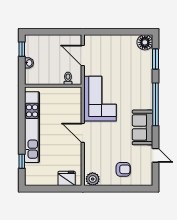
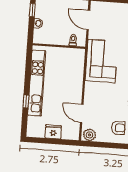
door: (83, 133) -> (82, 113), moved
window: (22, 161) -> (26, 101), moved
fridge: (67, 178) -> (53, 132), moved

